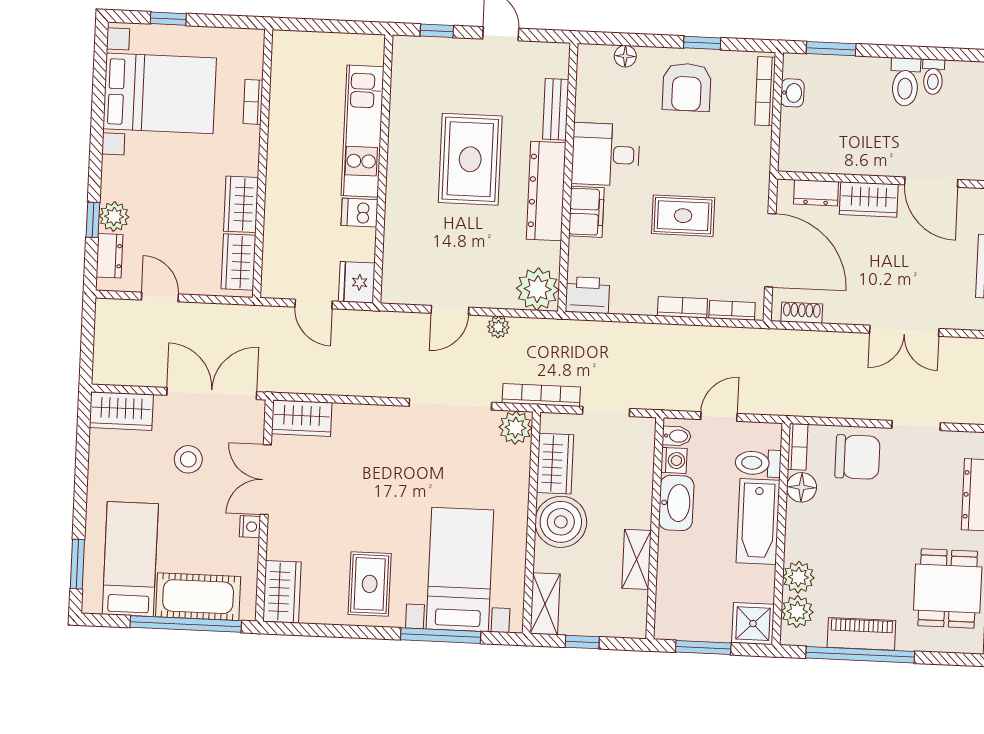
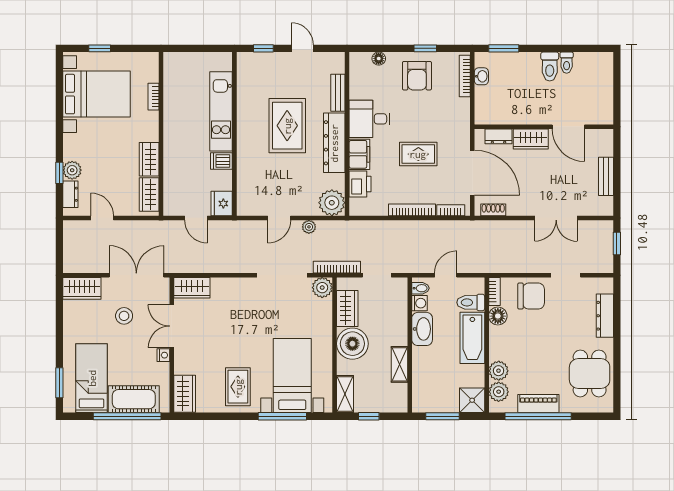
printer: (587, 295) -> (360, 184), moved, turned 90
bookcase: (682, 307) -> (412, 210), width x1.56

